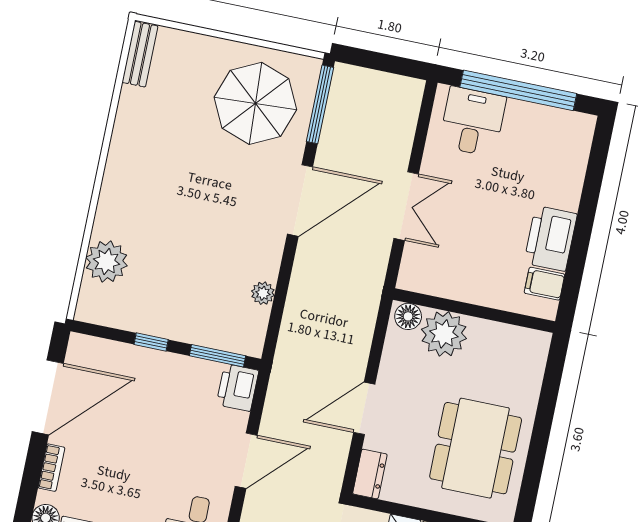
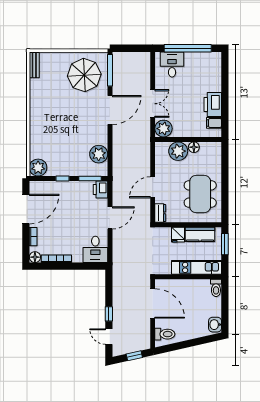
plant: (107, 262) -> (38, 168), moved
plant: (420, 272) -> (164, 129), added
plant: (263, 293) -> (99, 154), width x1.88, depth x1.88
floor lamp: (408, 316) -> (194, 147), moved

